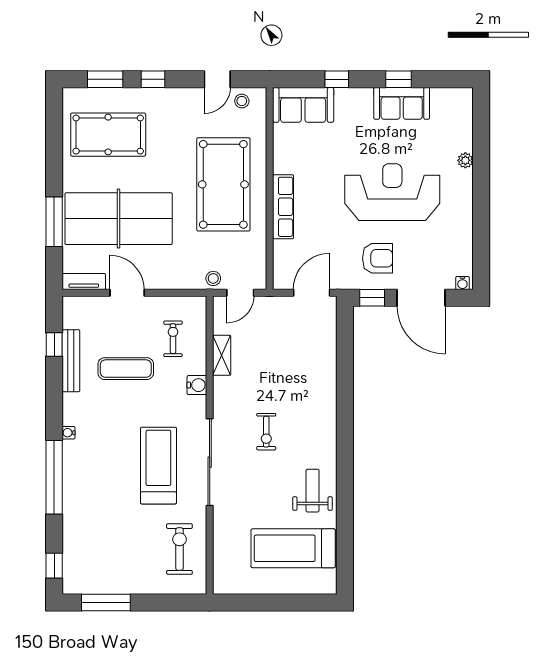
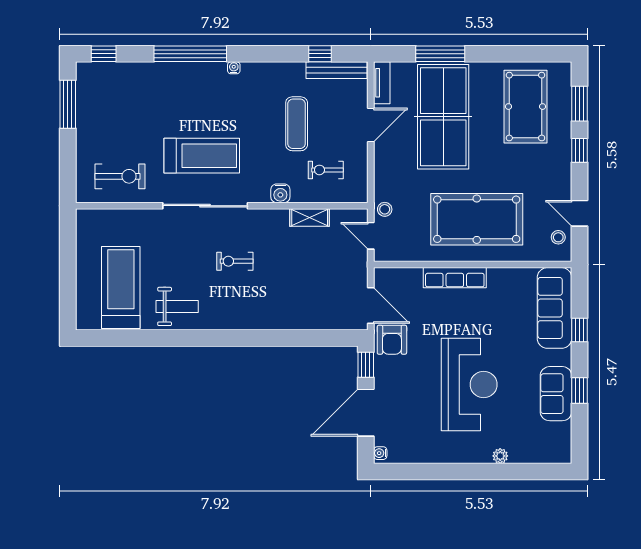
sofa: (303, 105) -> (554, 308), width x1.36
armchair: (378, 258) -> (392, 340), moved
exercise bike: (173, 339) -> (326, 170), turned 180
bench: (71, 361) -> (337, 70), moved

